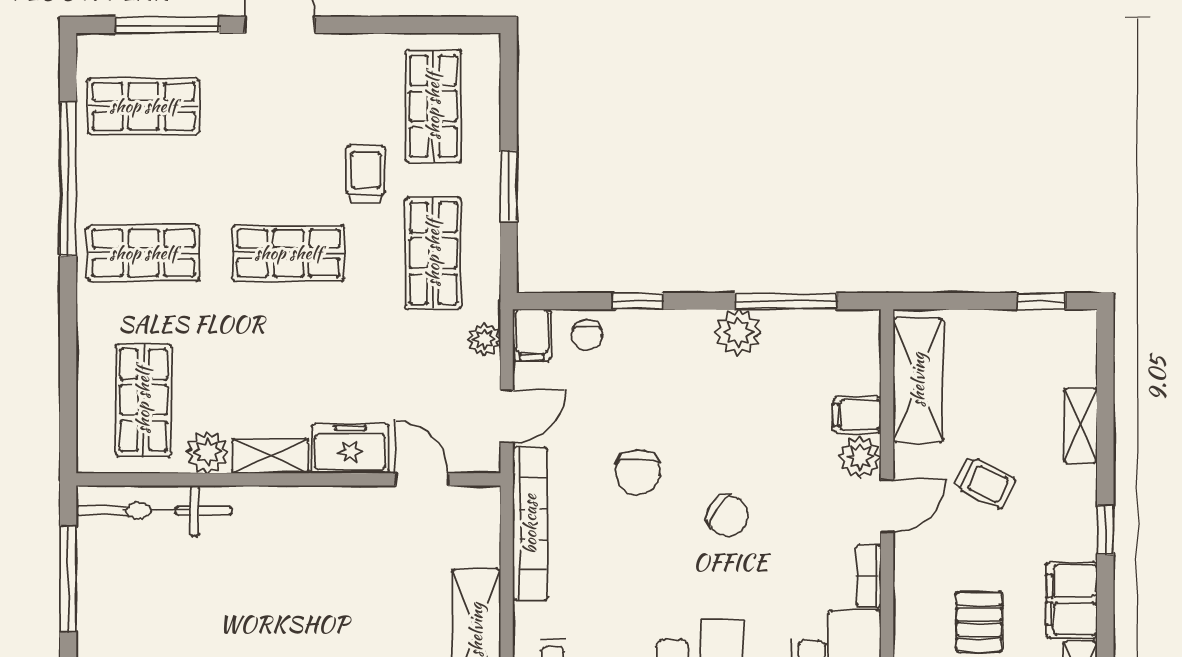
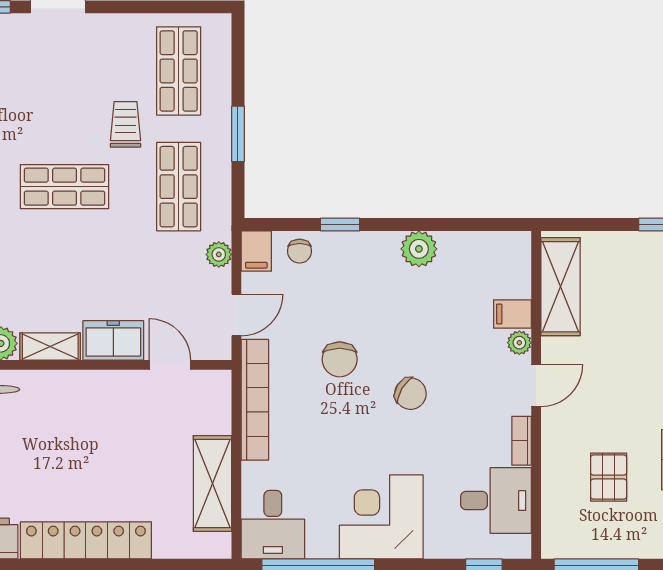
window: (786, 301) -> (456, 224), removed
plant: (860, 457) -> (519, 343), width x0.73, depth x0.73
trolley: (984, 482) -> (613, 367), removed

